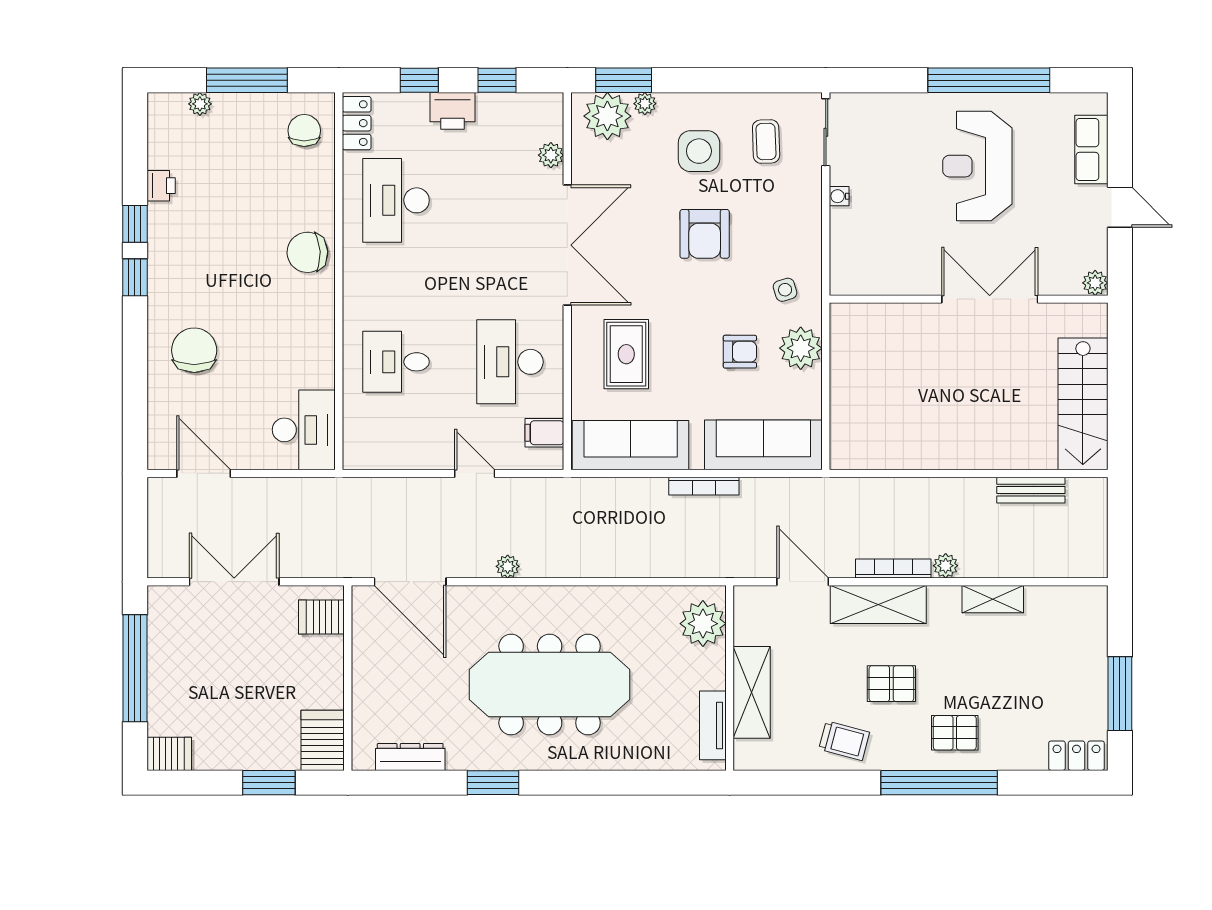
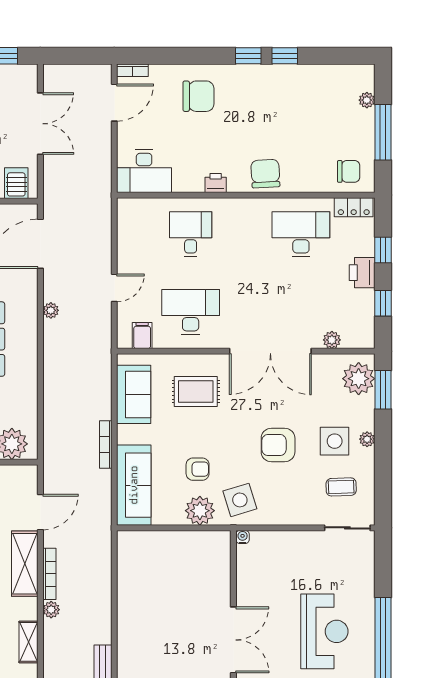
plant: (645, 104) -> (367, 439), moved
reception desk: (977, 166) -> (324, 631), turned 90
printer: (161, 186) -> (216, 183), moved, turned 180
water cooler: (839, 196) -> (243, 537), moved
side table: (785, 290) -> (240, 500), width x1.87, depth x1.87
armchair: (740, 352) -> (198, 469), turned -90
sofa: (631, 445) -> (134, 394), width x0.73
bookcase: (156, 447) -> (132, 70), added

